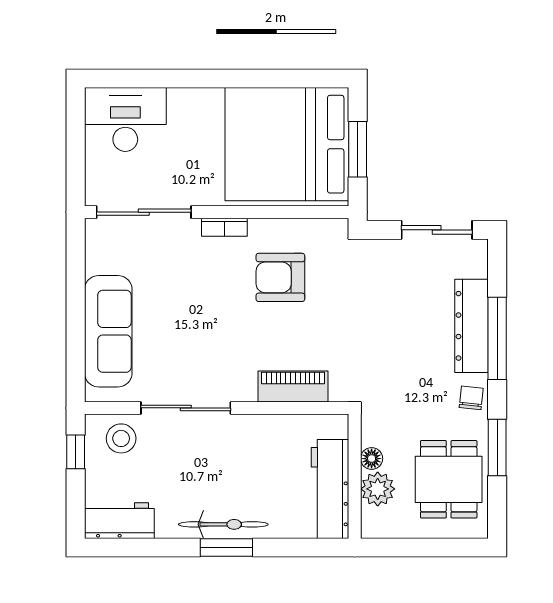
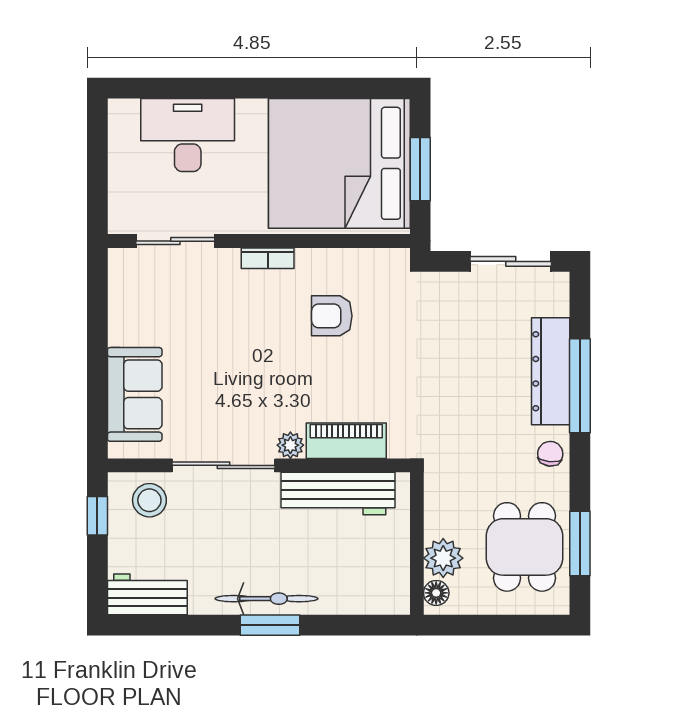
desk: (125, 119) -> (188, 135), moved
sliding door: (144, 212) -> (175, 241), width x0.73
armchair: (280, 277) -> (332, 316), width x0.72, depth x0.72
sofa: (108, 331) -> (135, 394), width x0.73
plant: (244, 390) -> (290, 445), added
window: (497, 447) -> (580, 544), moved
floor lamp: (372, 459) -> (436, 593), moved
workbench: (330, 489) -> (338, 493), moved, turned -90

